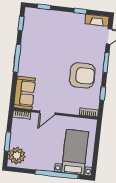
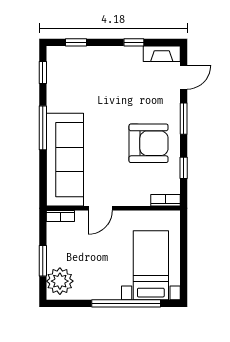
sofa: (25, 93) -> (65, 160), width x1.85, depth x1.27

